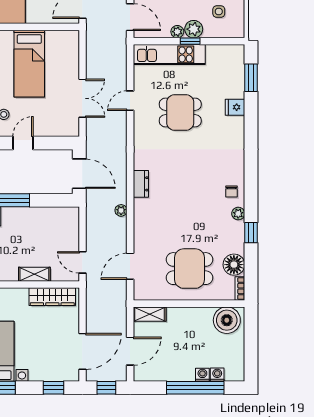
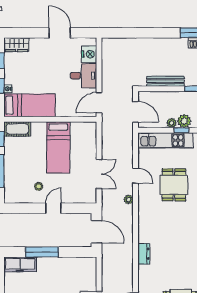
door: (130, 101) -> (136, 176), swing flipped
dining table: (180, 112) -> (174, 185), turned 90
dresser: (141, 184) -> (144, 254), moved
plant: (121, 210) -> (129, 199), moved

